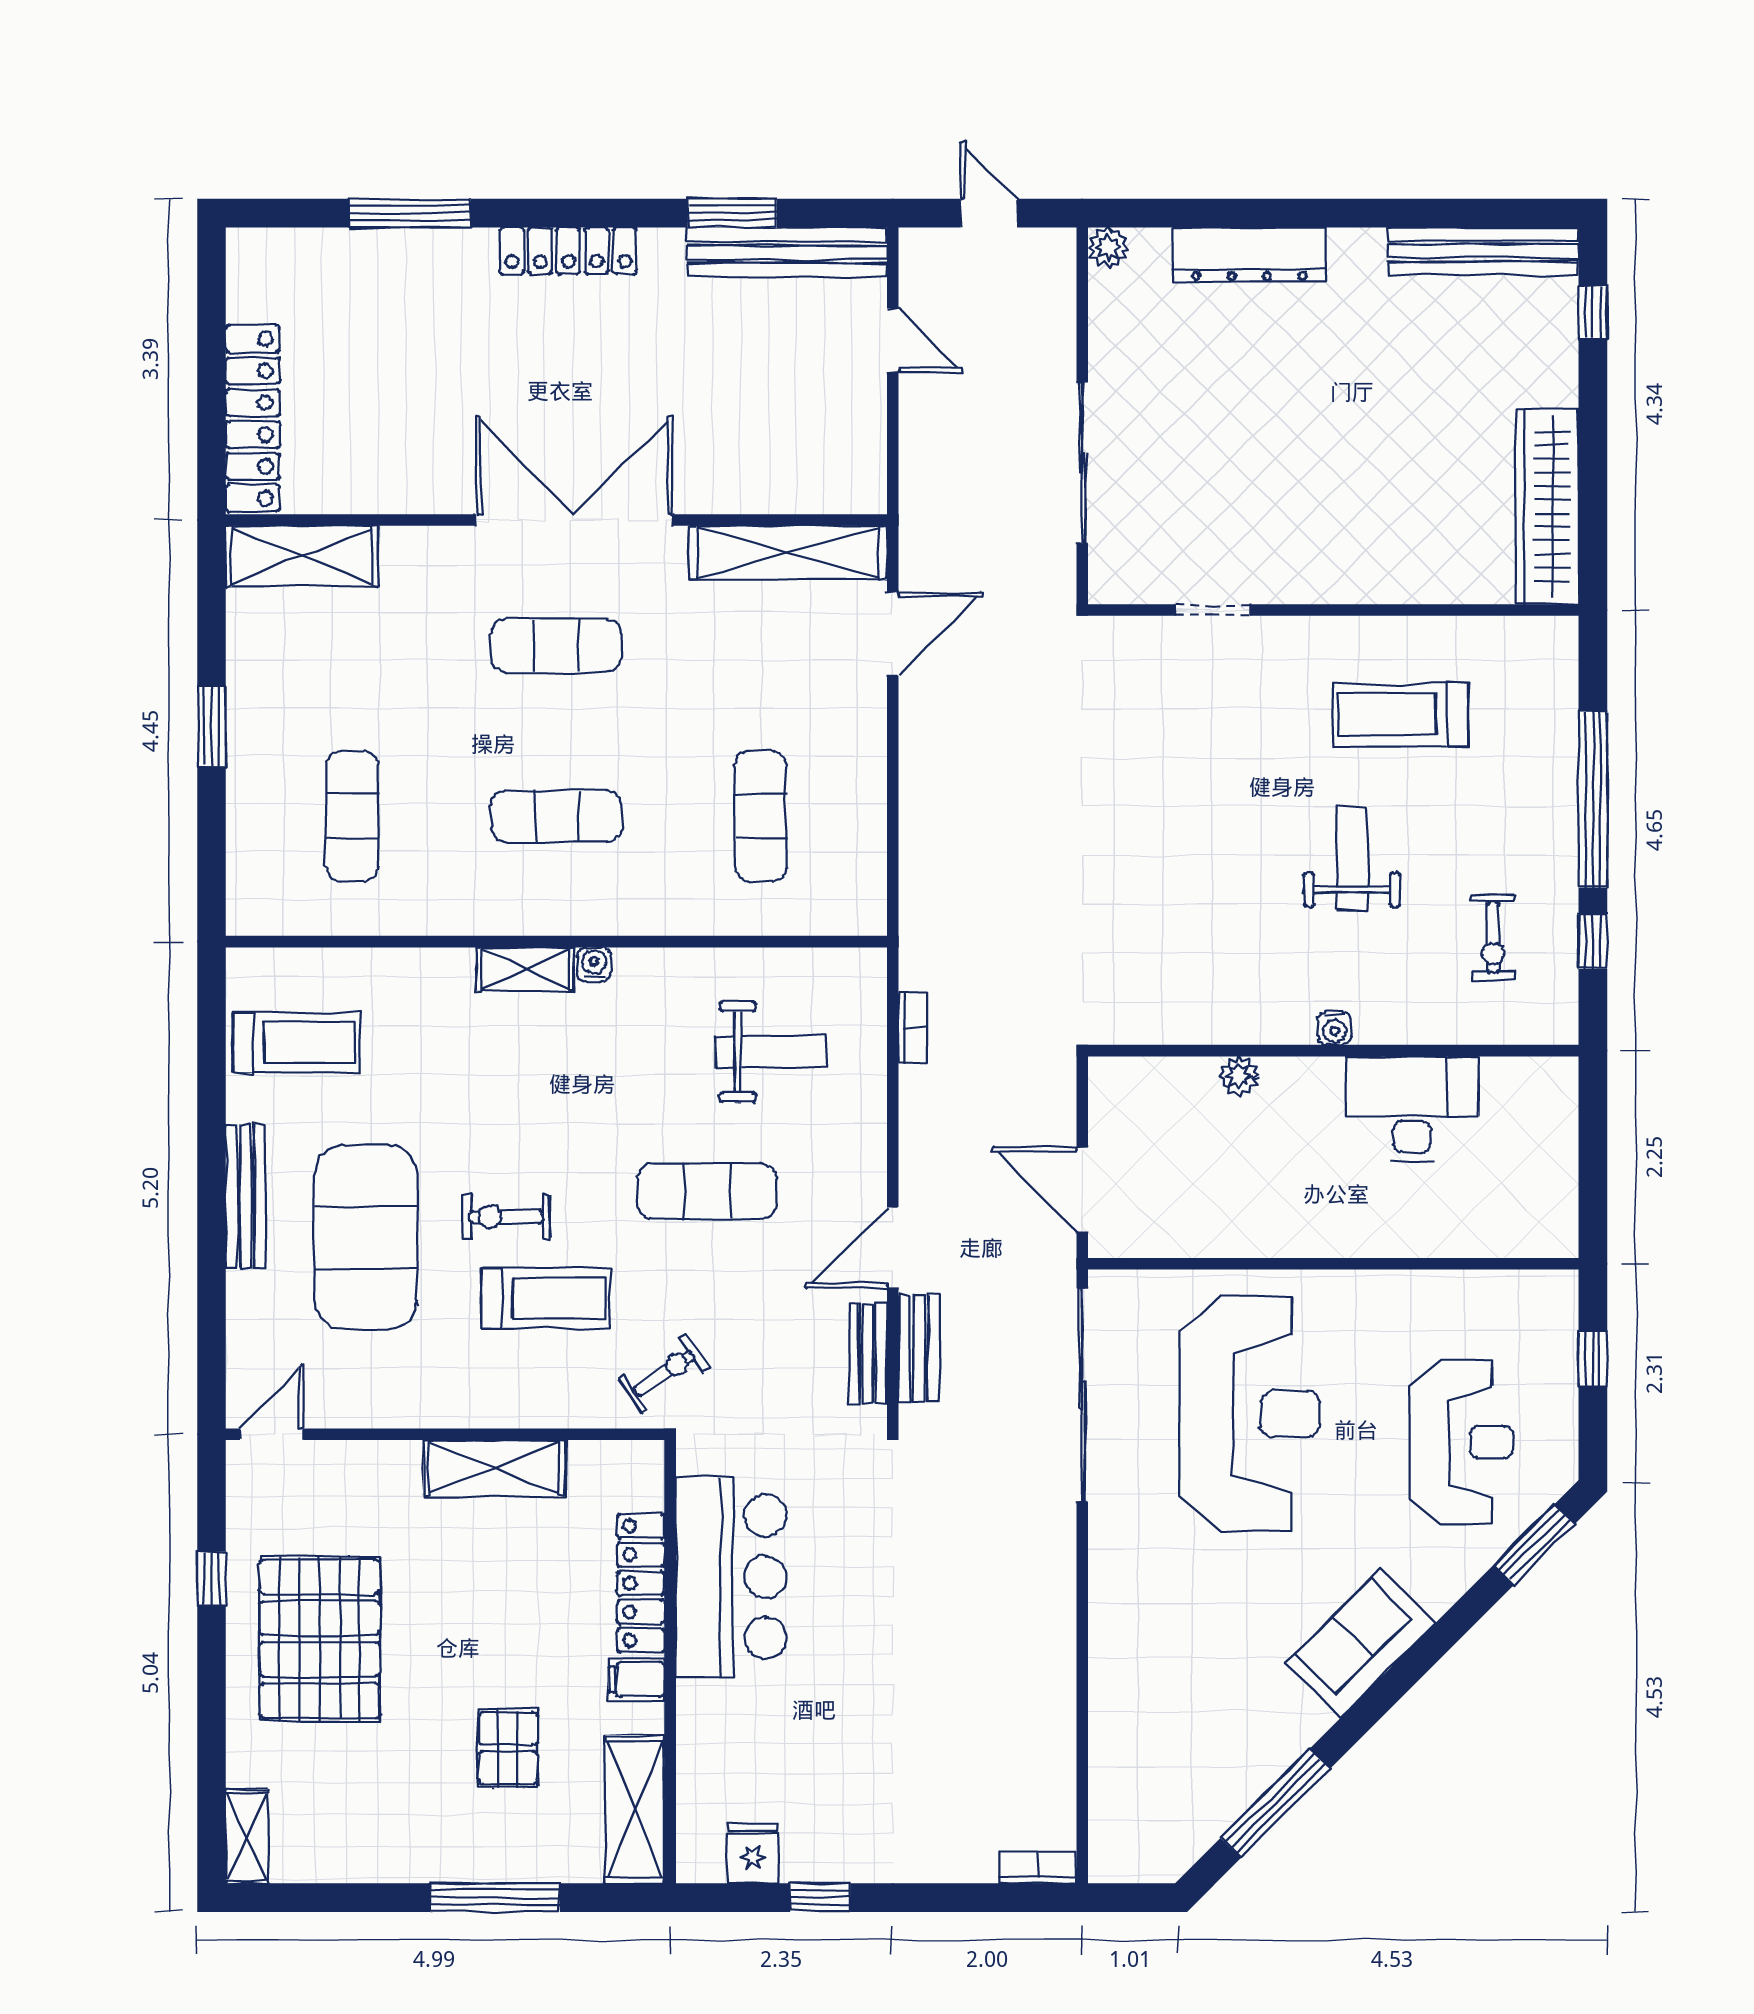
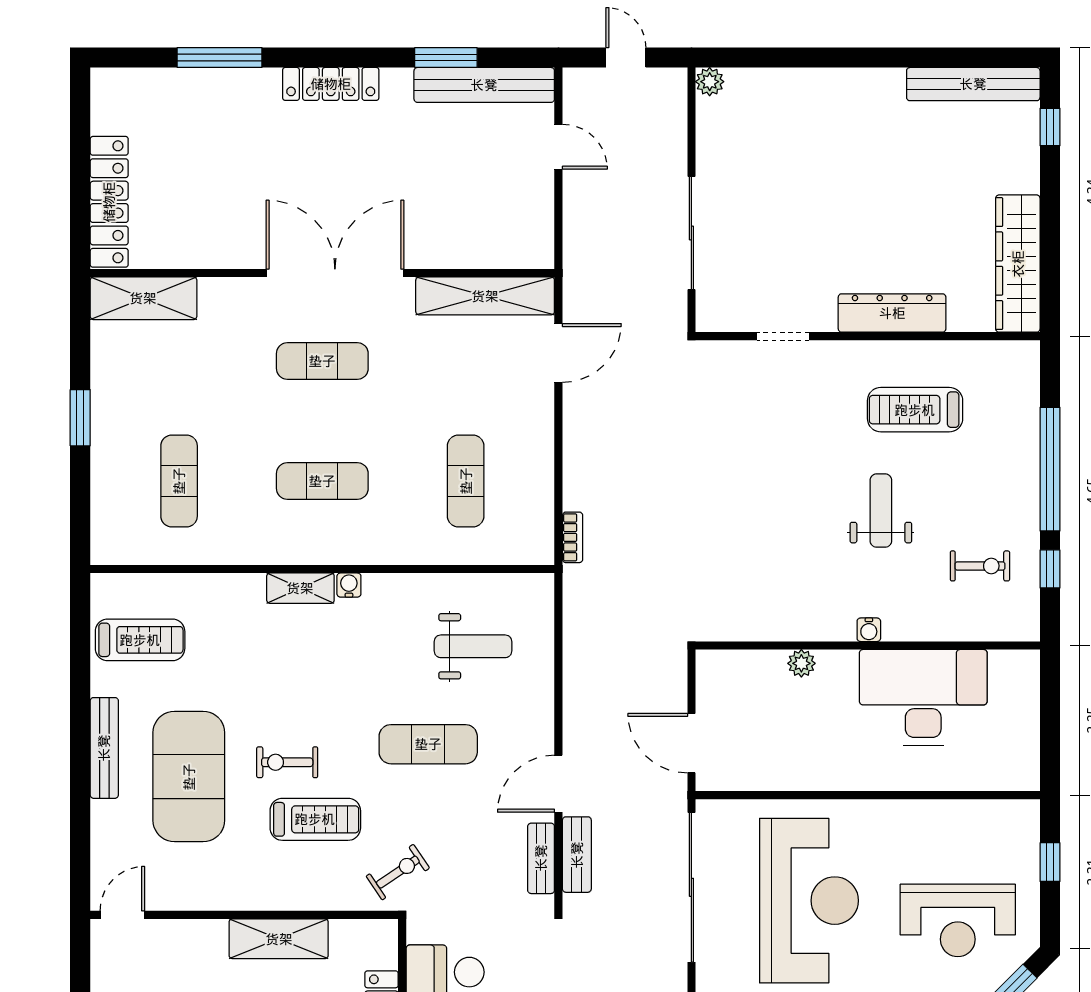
dresser: (1249, 255) -> (892, 313), moved, turned 180
exercise bike: (1493, 937) -> (980, 566), turned -90
bookcase: (913, 1028) -> (573, 537), moved
desk: (1412, 1109) -> (923, 697), width x1.36, depth x1.30
reception desk: (1461, 1442) -> (958, 920), turned 90

